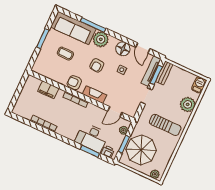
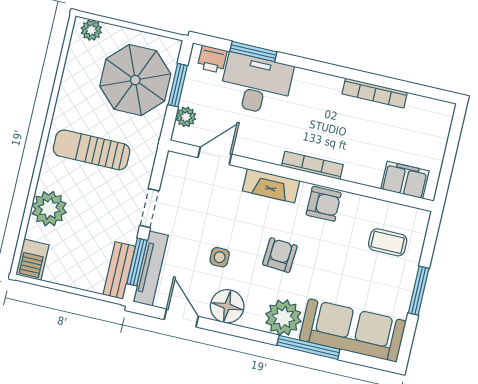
coffee table: (65, 54) -> (388, 242), moved
filing cabinet: (48, 90) -> (405, 180), moved

